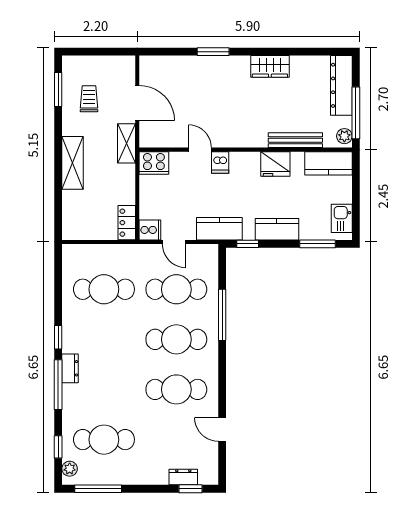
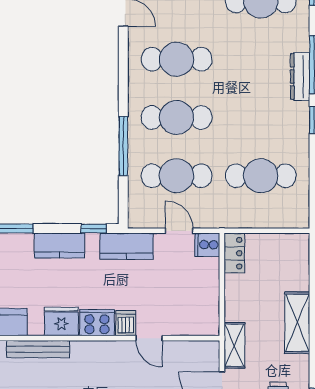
cooker: (154, 163) -> (97, 323), moved
dresser: (70, 368) -> (300, 76), width x1.44

